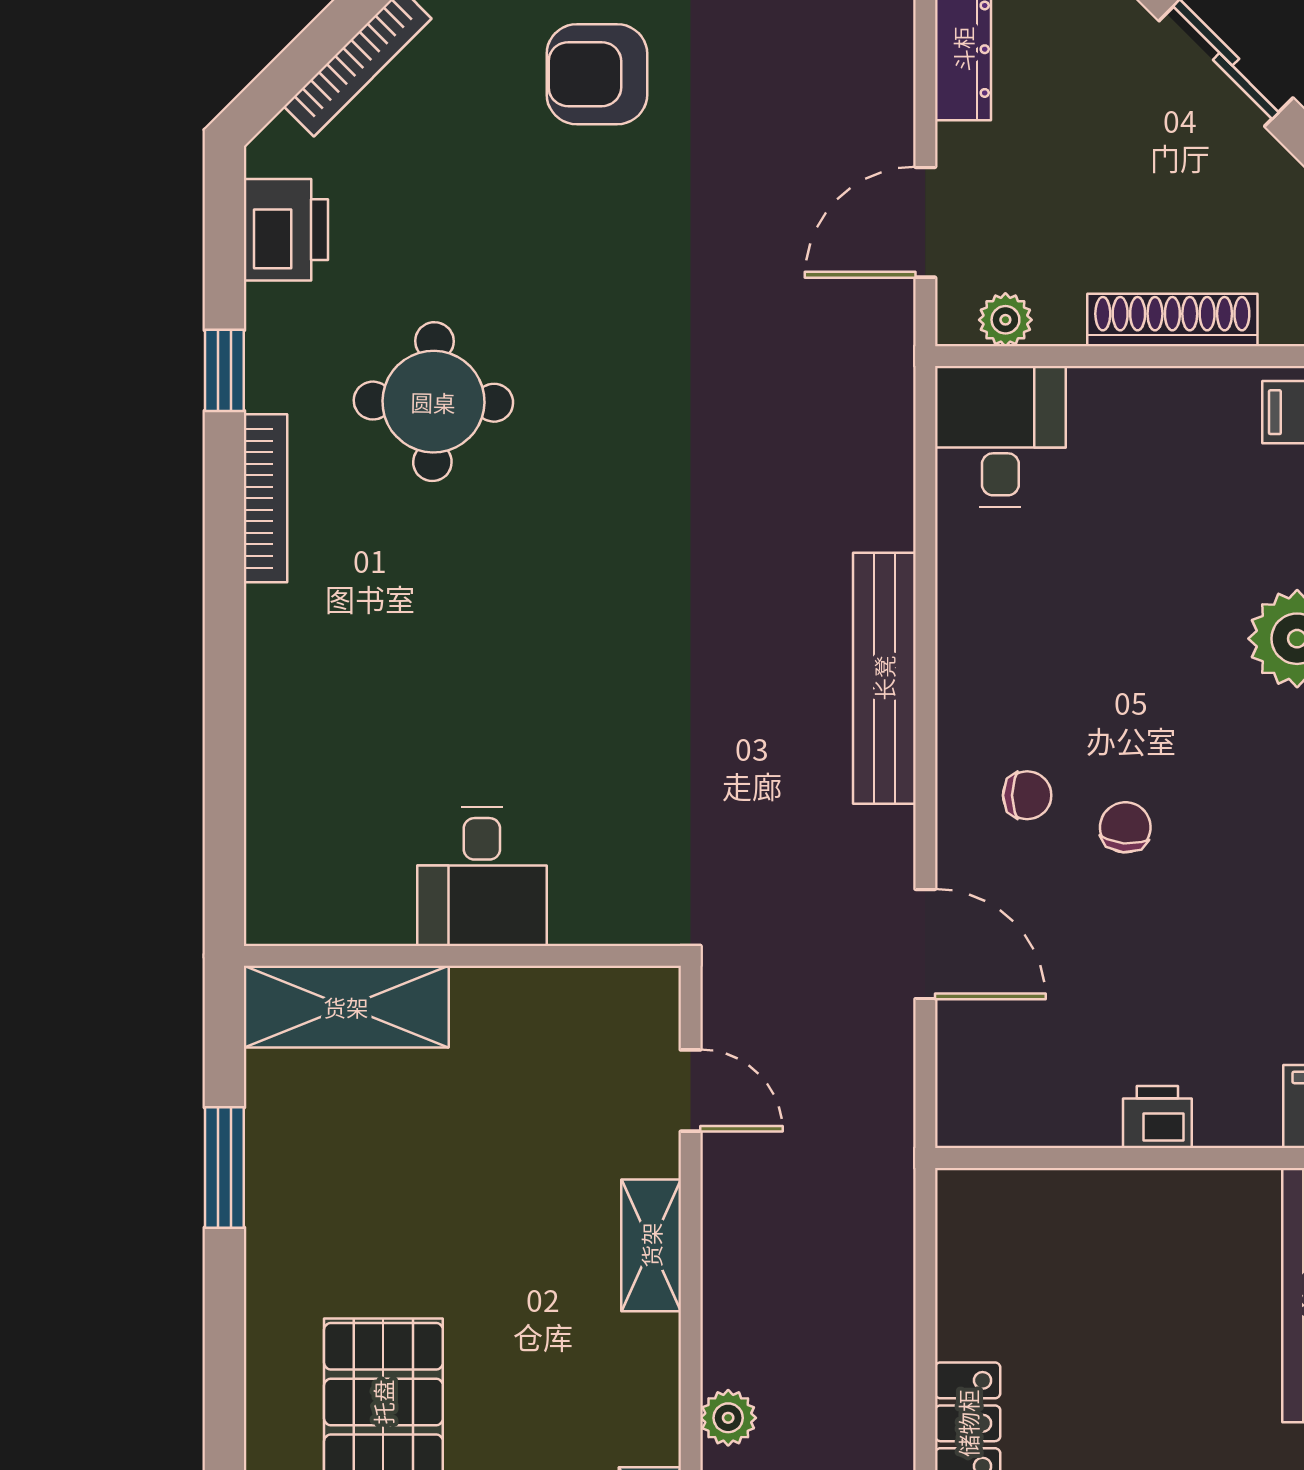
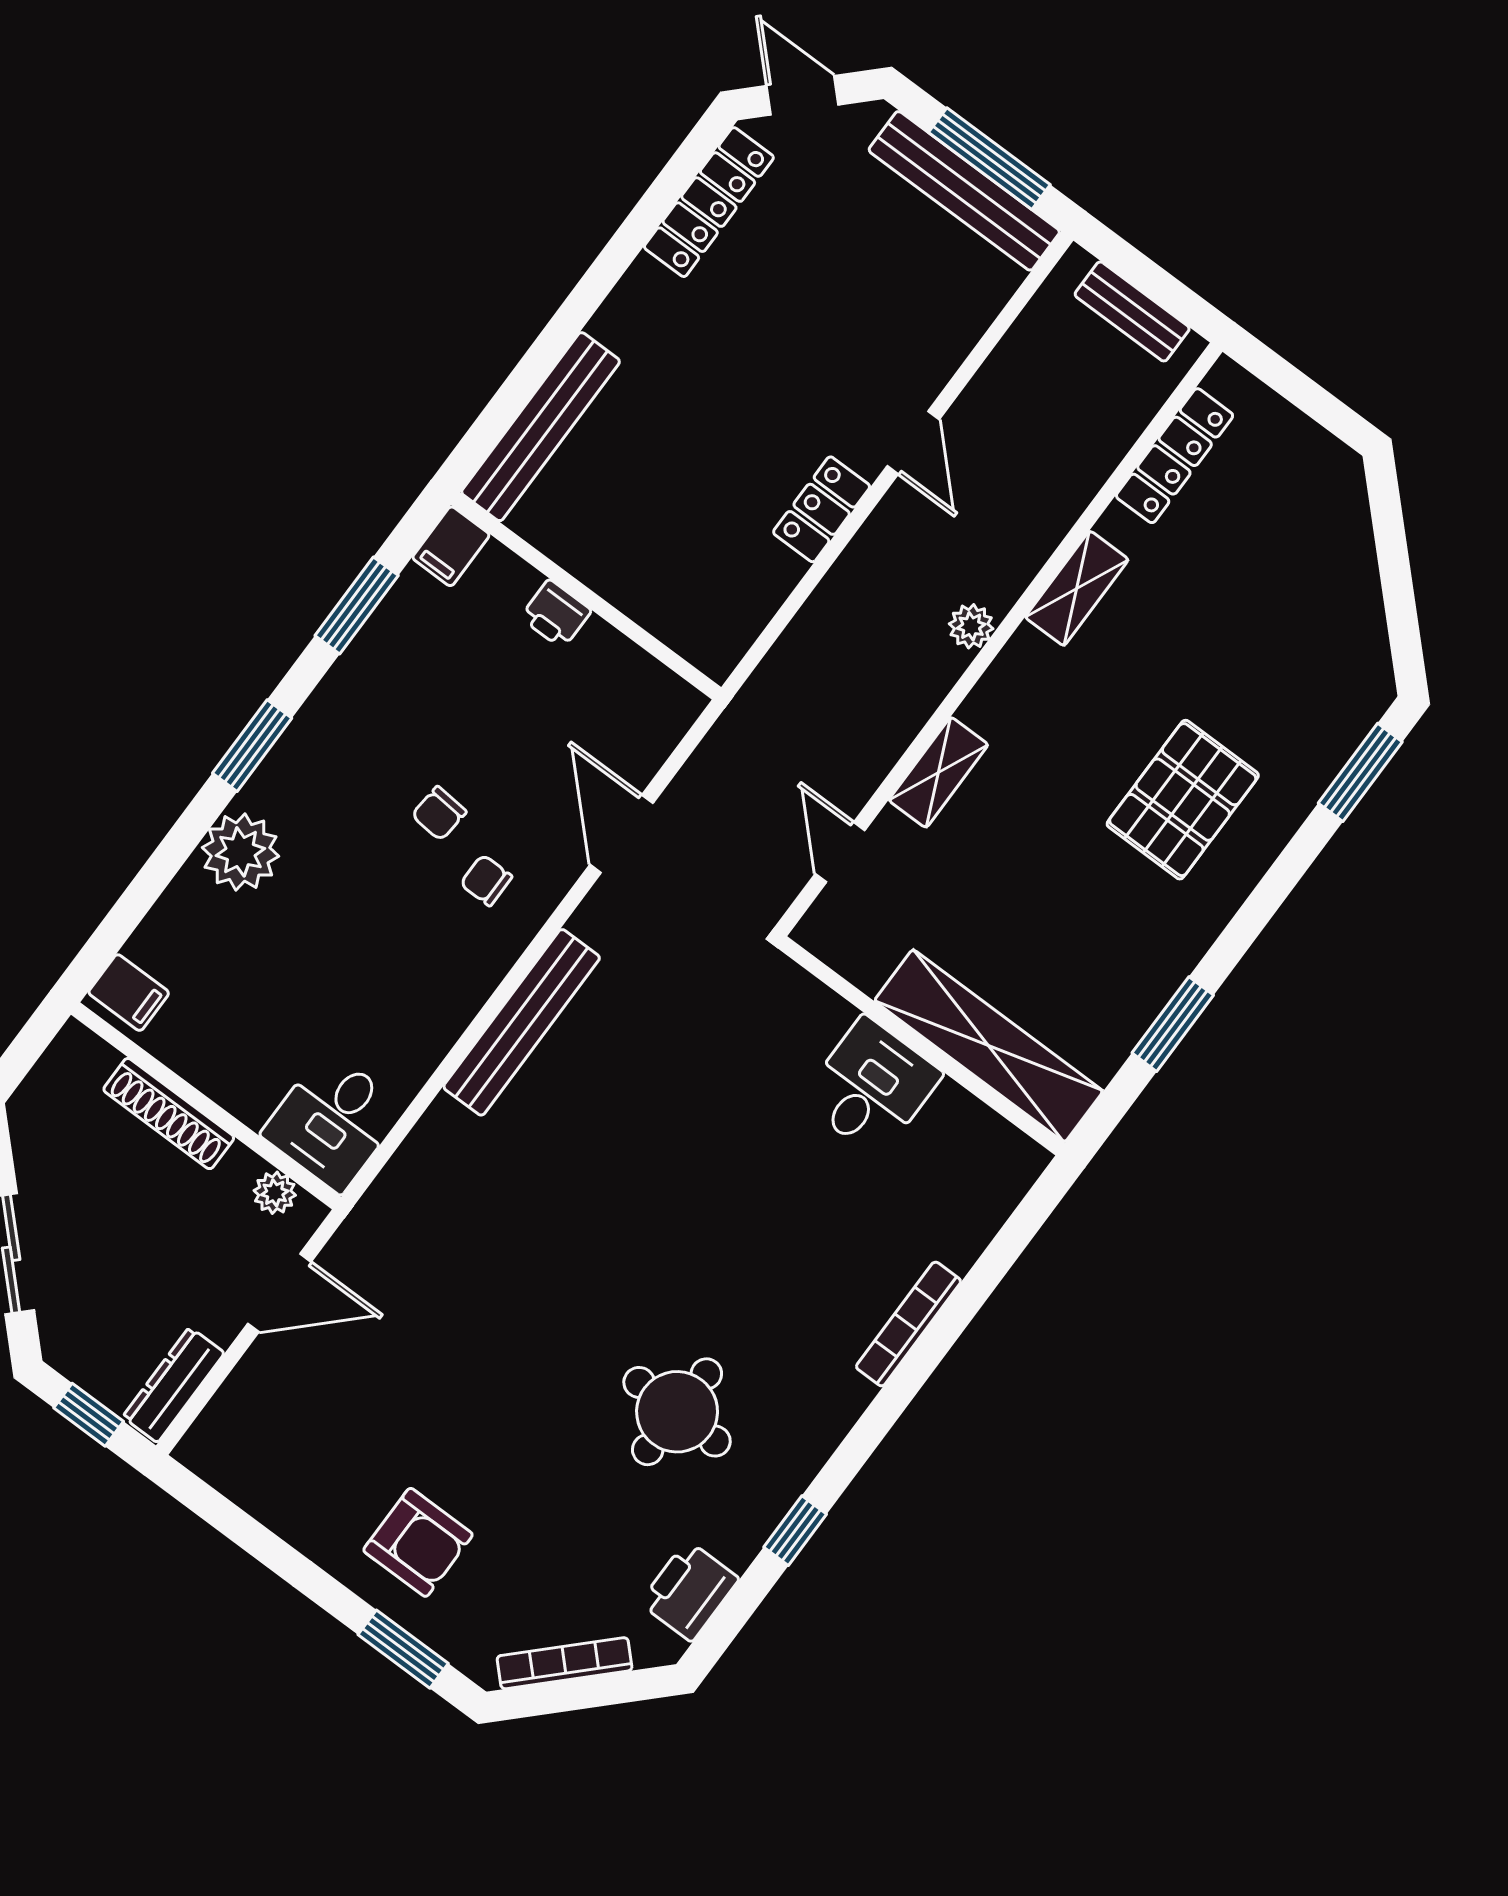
bookcase: (266, 498) -> (909, 1324), moved
shelving: (346, 1007) -> (989, 1046), width x1.47

